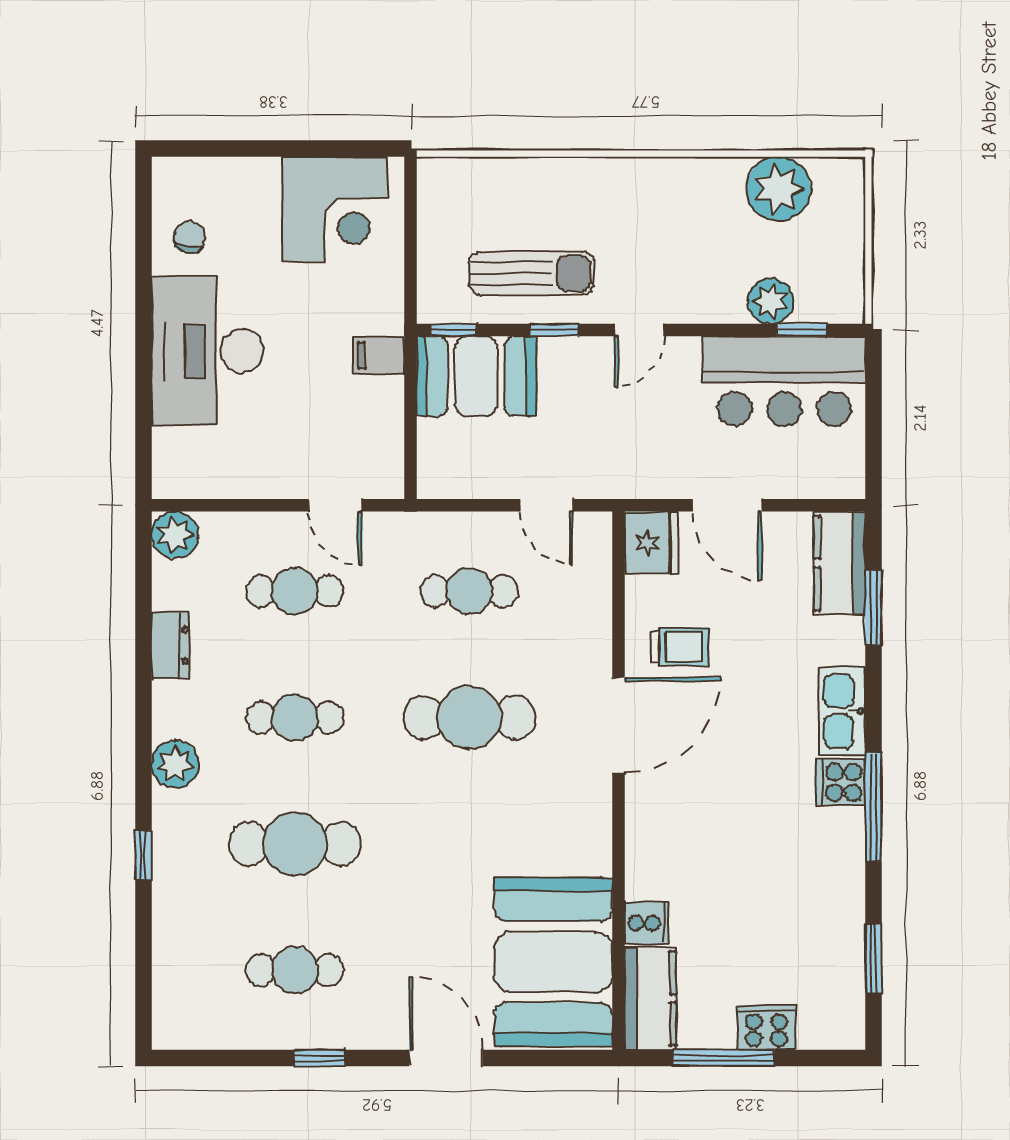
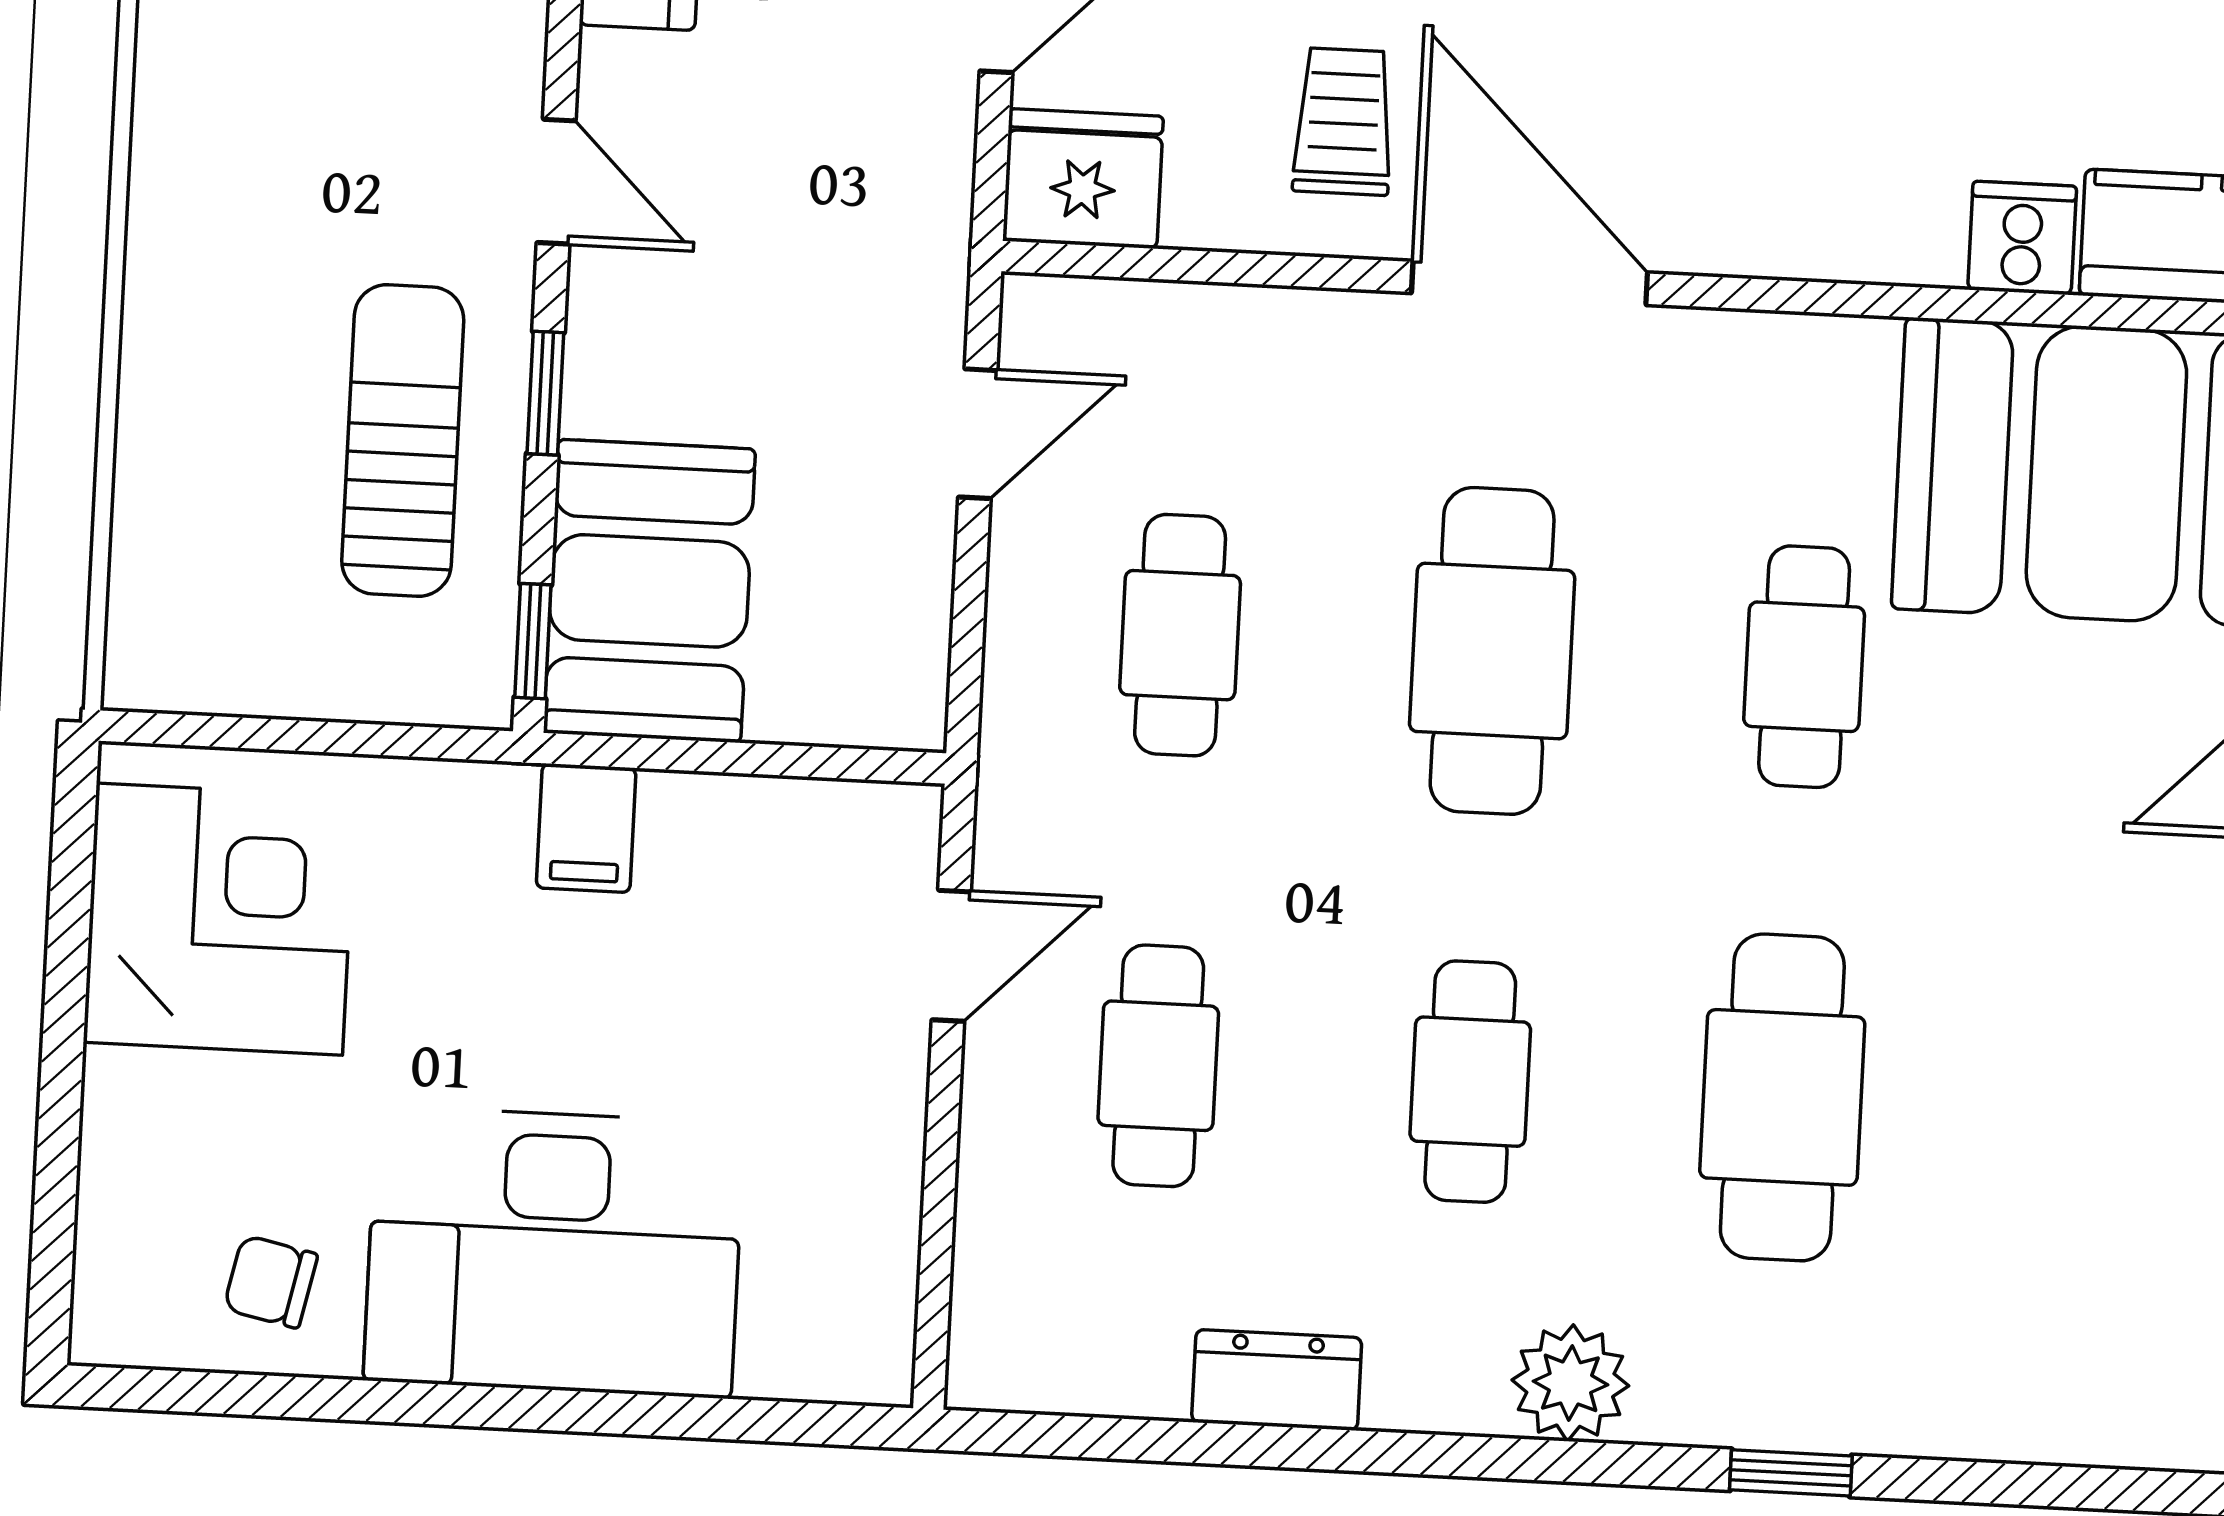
plant: (175, 535) -> (1004, 1355), removed
cafe table: (295, 970) -> (1804, 667), moved

